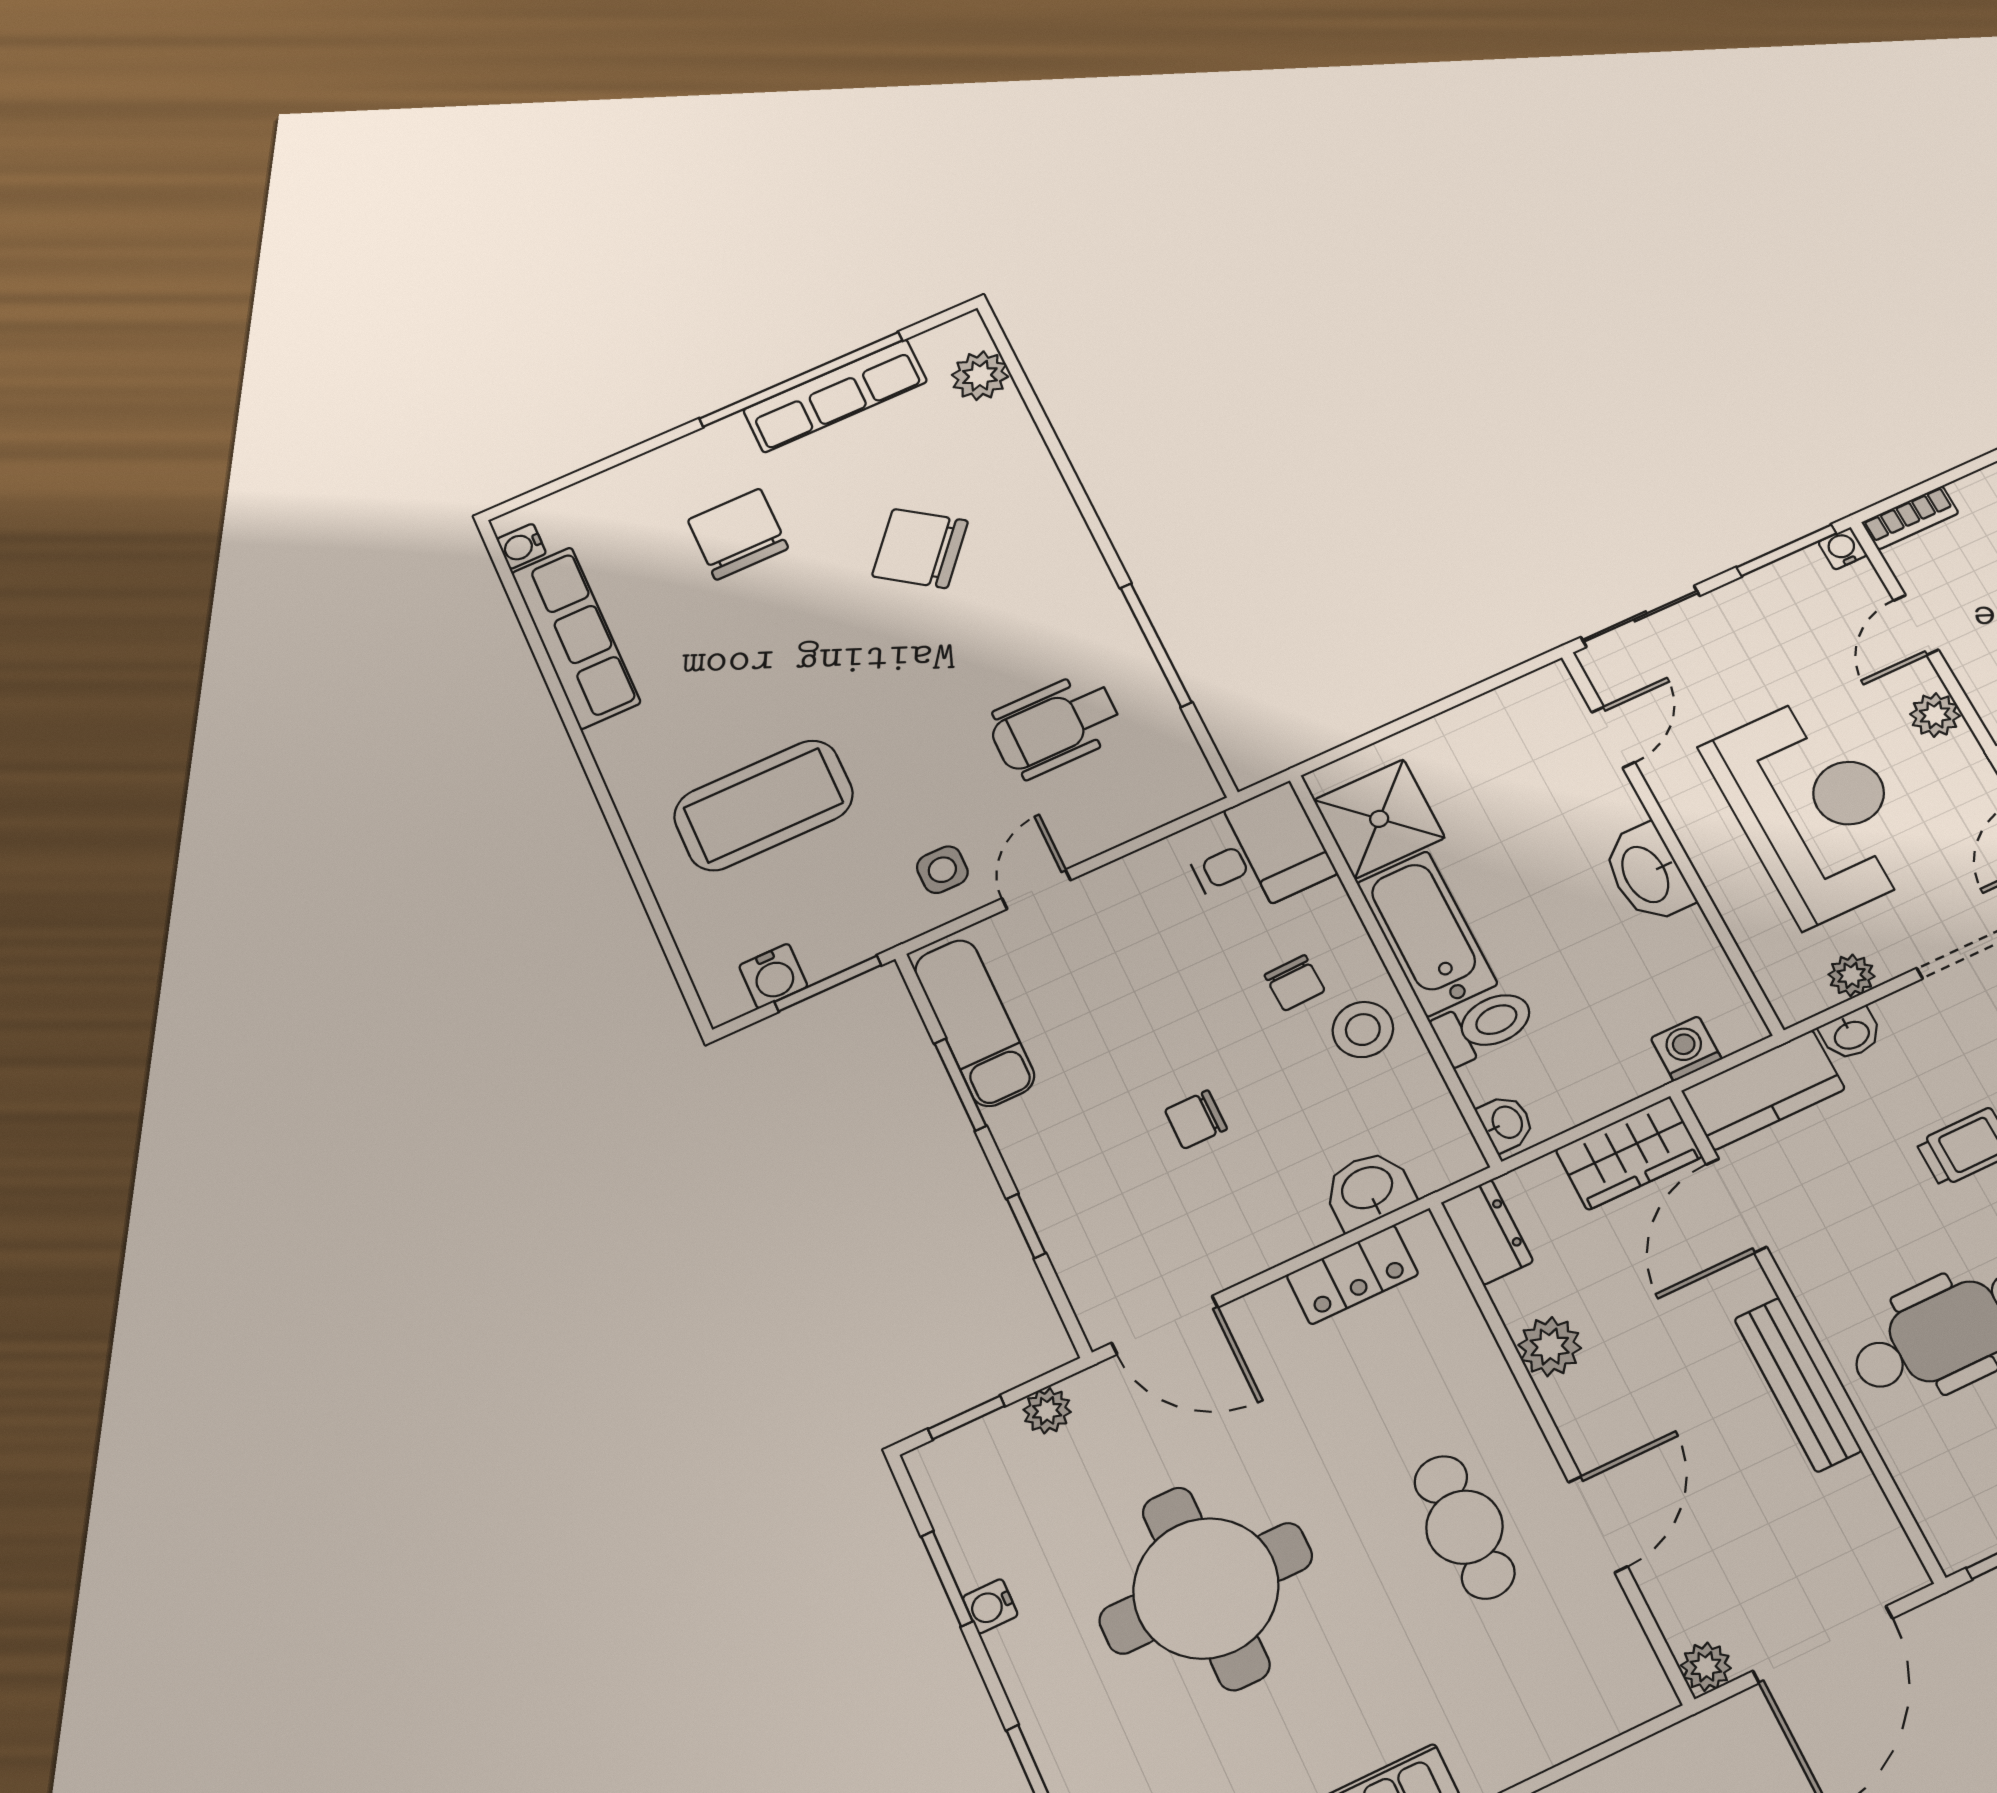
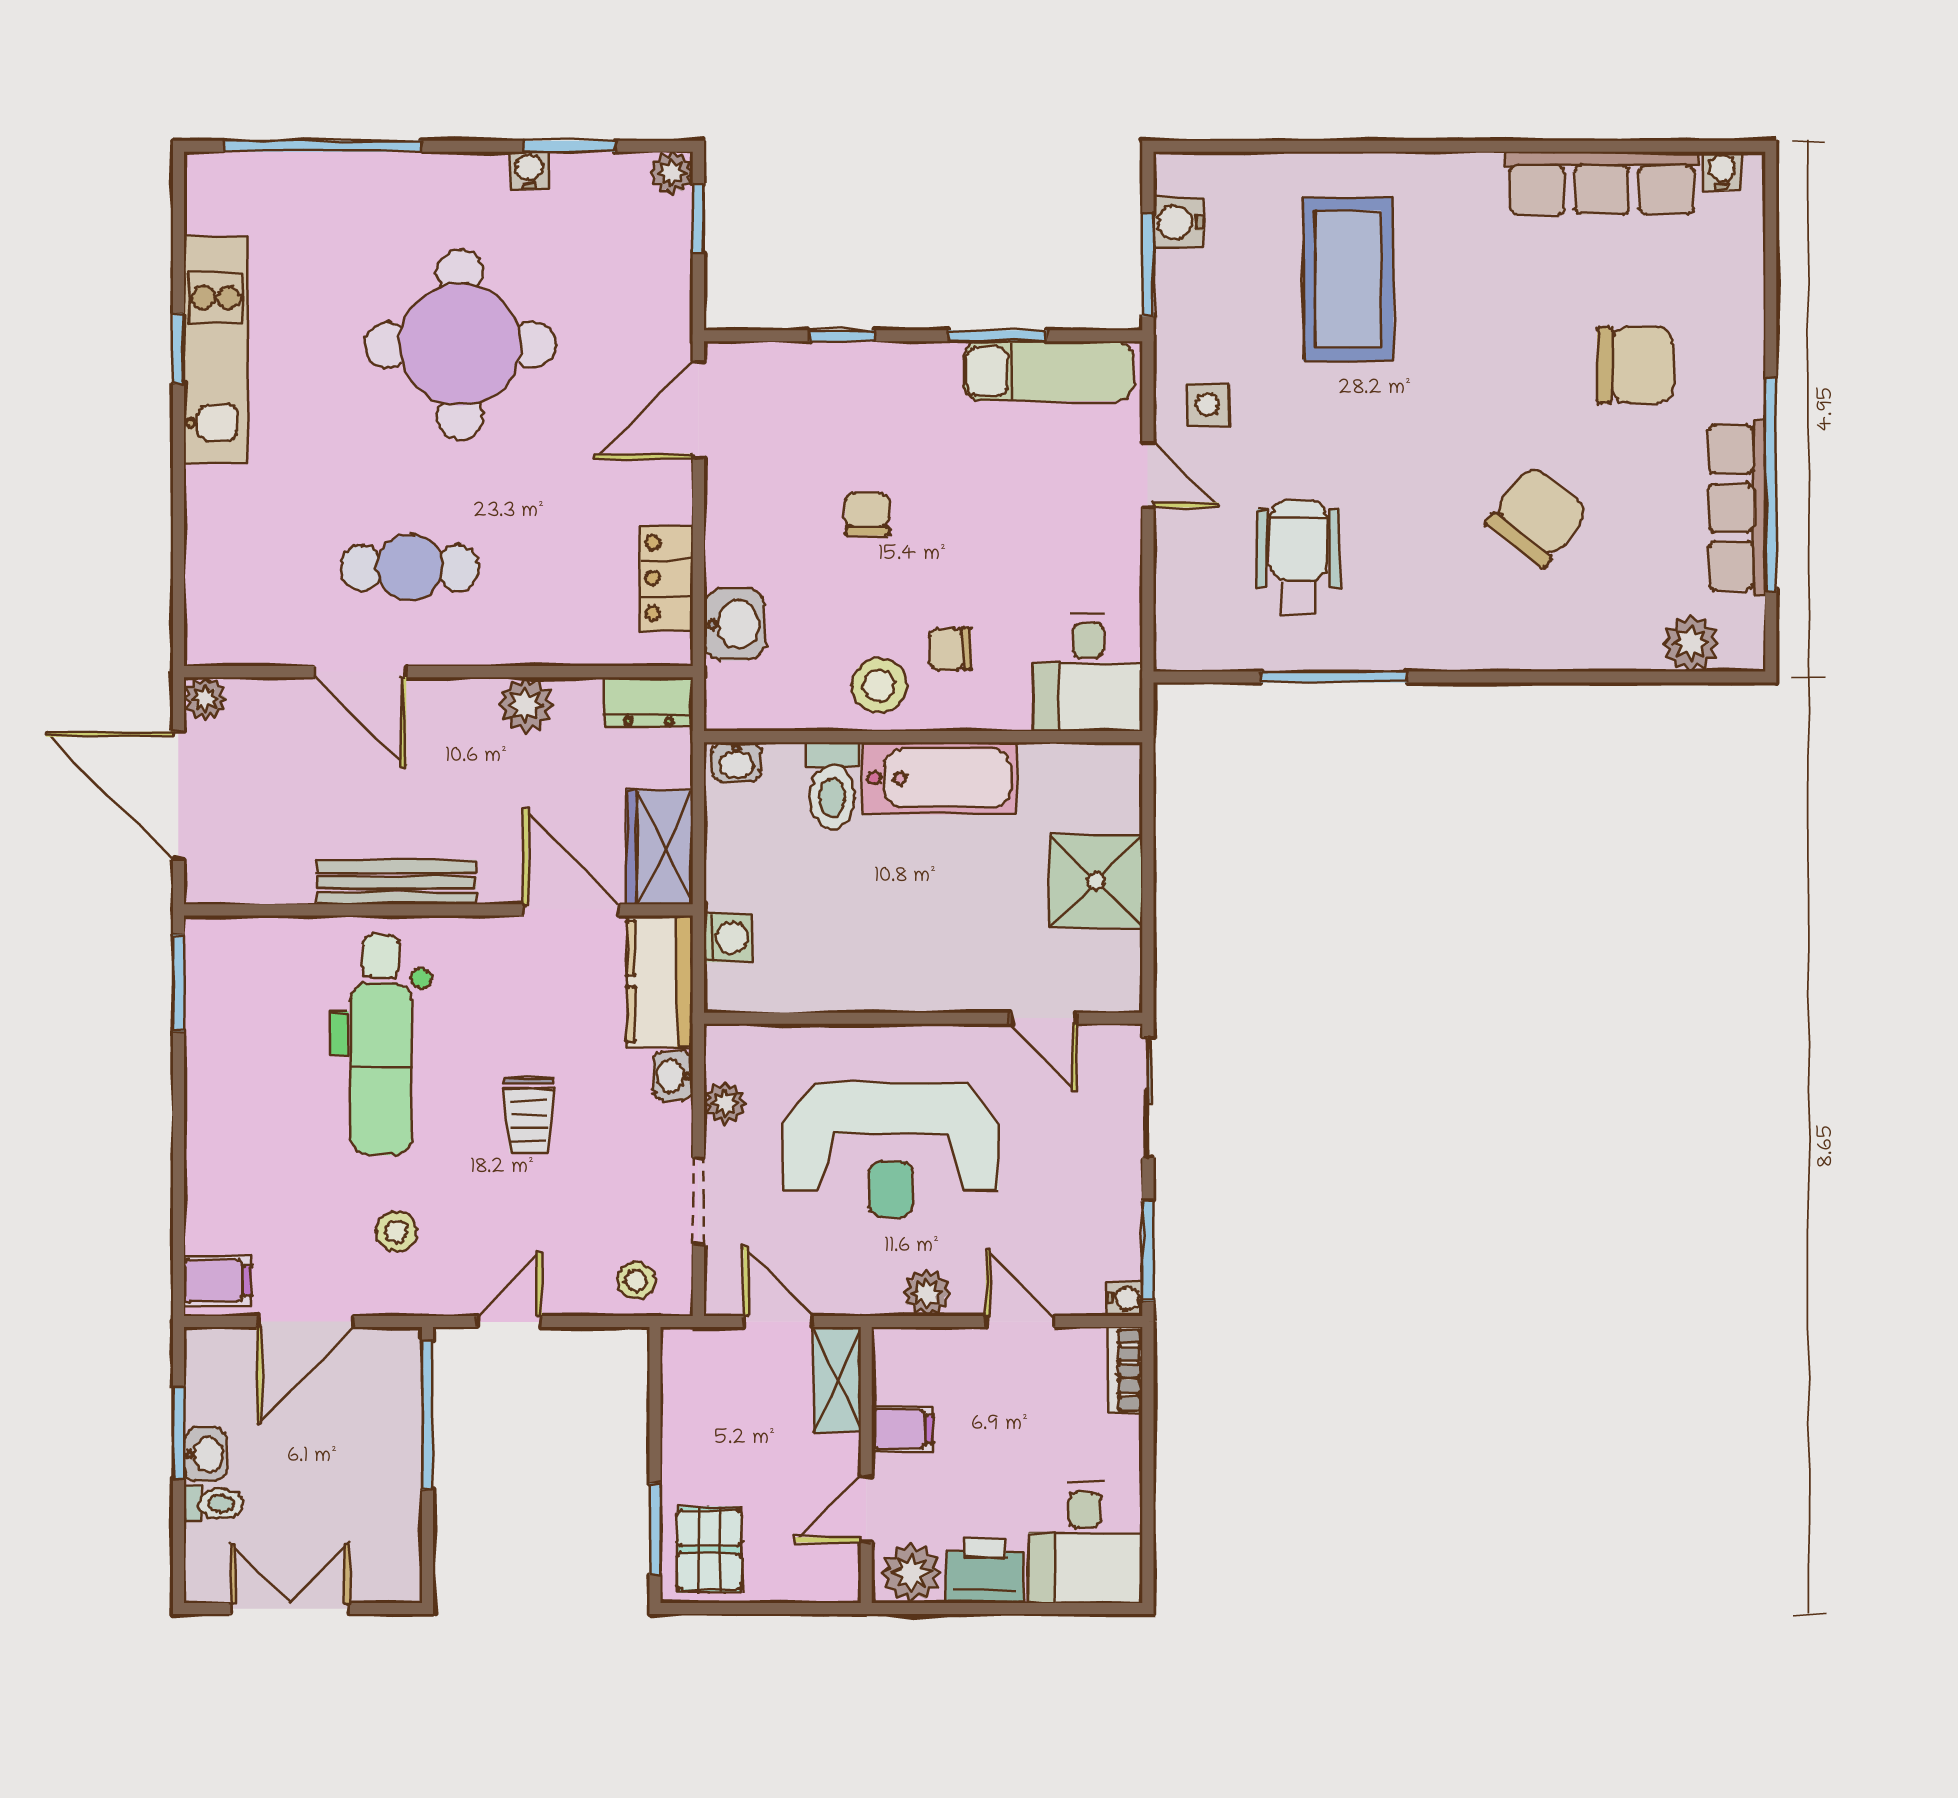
shower: (1379, 819) -> (1096, 881), moved
washbasin: (1647, 874) -> (902, 984), removed
plant: (1047, 1411) -> (672, 173), moved

